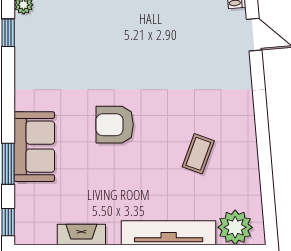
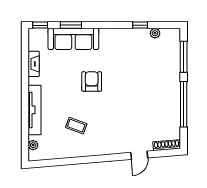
sofa: (34, 147) -> (73, 39), width x1.36
plant: (235, 227) -> (33, 145), width x0.53, depth x0.53

